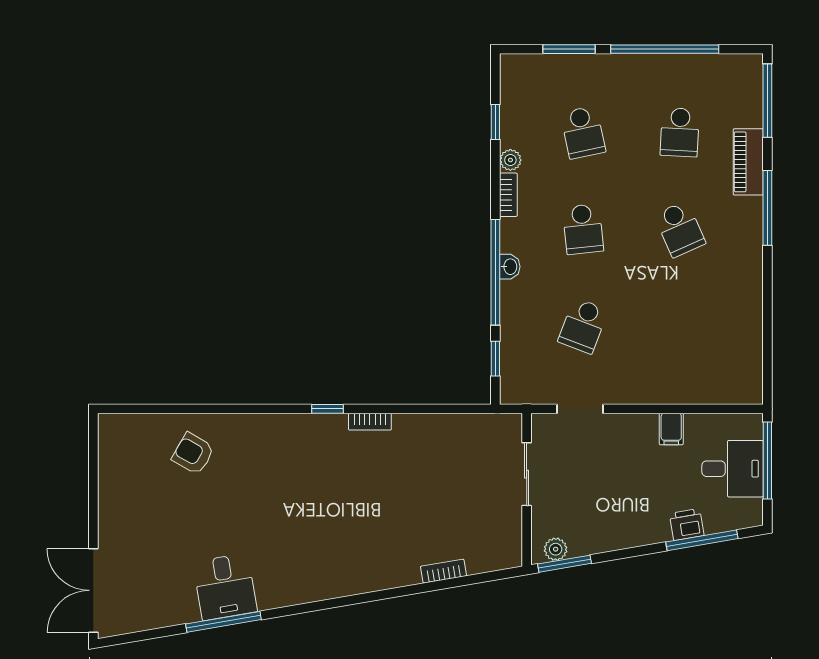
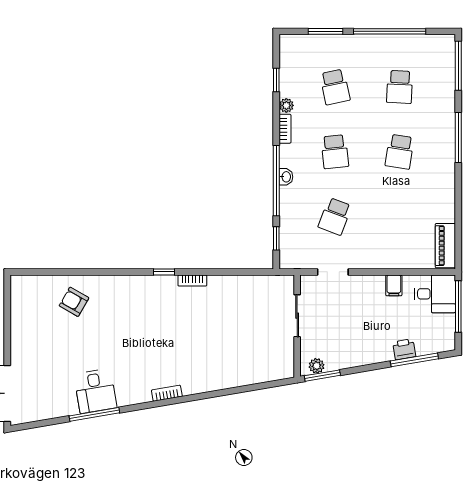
piano: (748, 162) -> (445, 246), moved
school desk: (680, 229) -> (400, 152), turned 33
desk: (733, 469) -> (435, 294), moved
bookcase: (444, 571) -> (167, 393), moved

